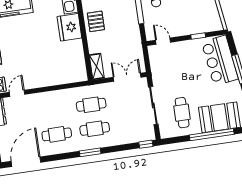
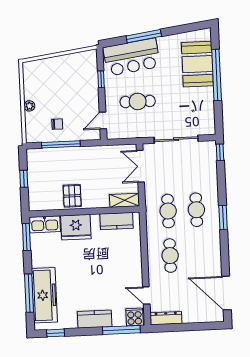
pallet: (96, 21) -> (72, 196), turned 90
kitchen counter: (78, 62) -> (117, 221), added
cafe table: (182, 113) -> (138, 101), moved
cafe table: (57, 134) -> (170, 256), moved

